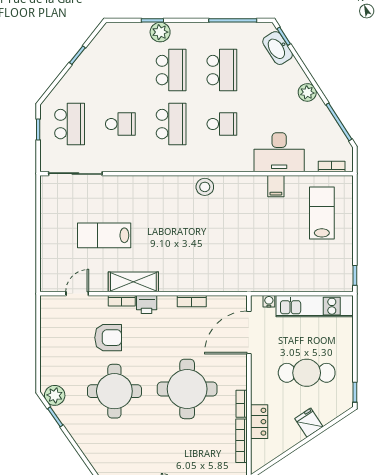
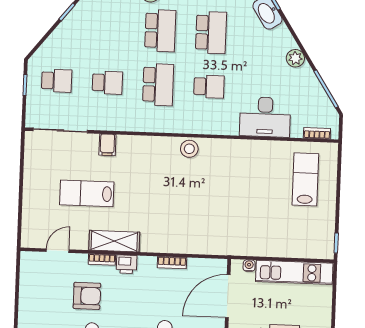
school desk: (70, 124) -> (57, 81), width x0.54
filing cabinet: (276, 186) -> (107, 145), moved

